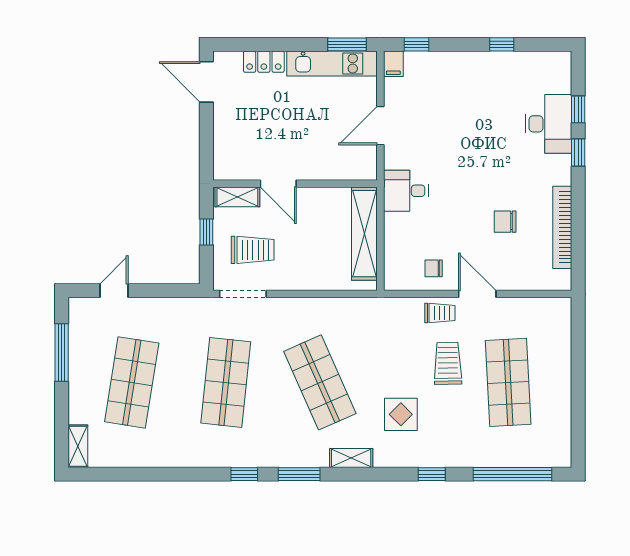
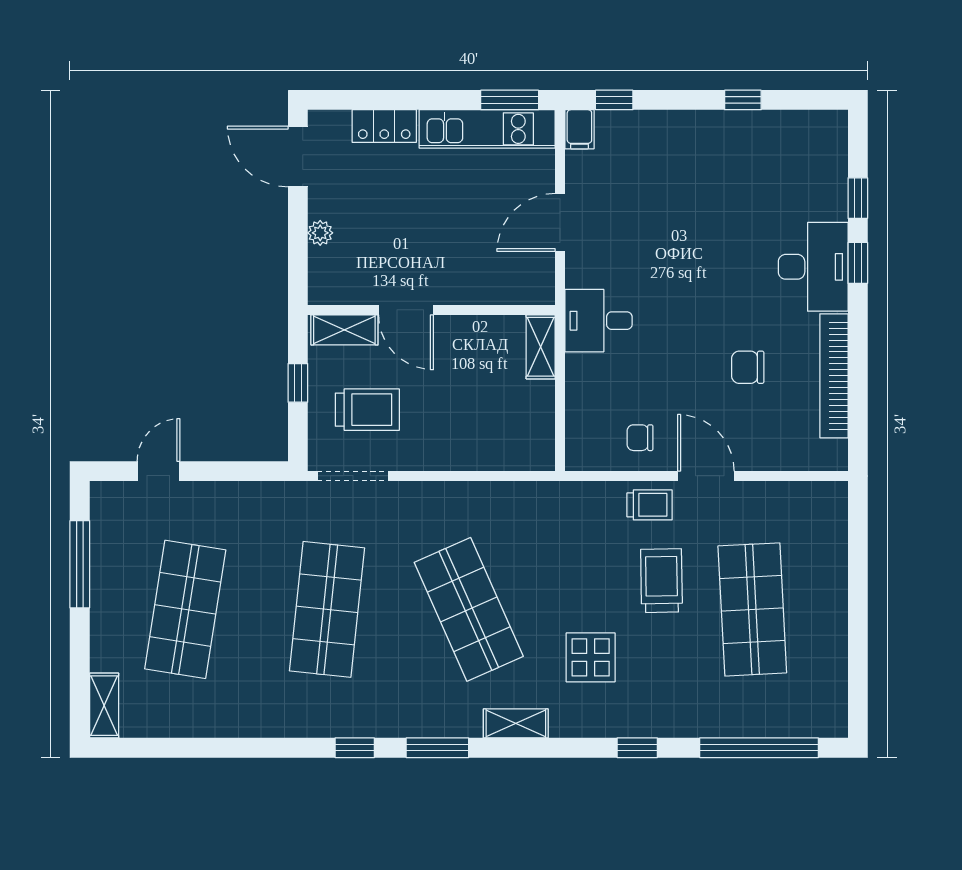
desk: (548, 124) -> (813, 267), moved
plant: (221, 133) -> (320, 233), added
shelving: (364, 234) -> (541, 347), width x0.45, depth x0.75

